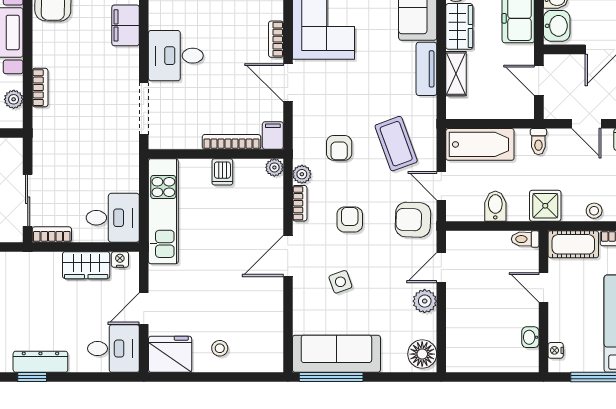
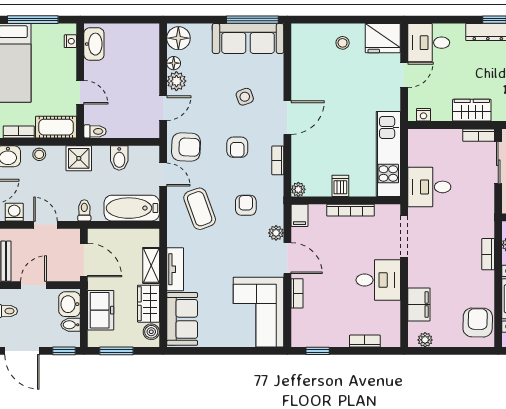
door: (539, 80) -> (84, 260), width x1.38
bookcase: (231, 142) -> (351, 210), moved
plant: (302, 174) -> (276, 233), moved
desk: (113, 218) -> (429, 187), moved
wardrobe: (86, 265) -> (472, 110), moved
floor lamp: (428, 323) -> (174, 63), added
washbasin: (530, 337) -> (94, 44), width x1.91, depth x1.45

